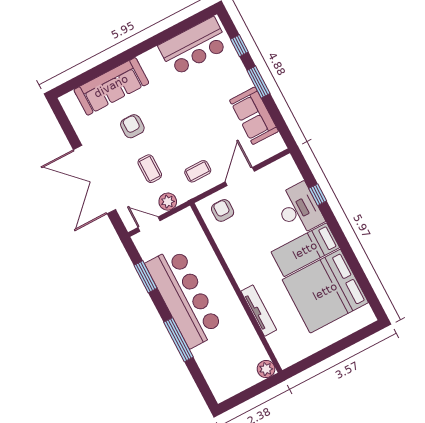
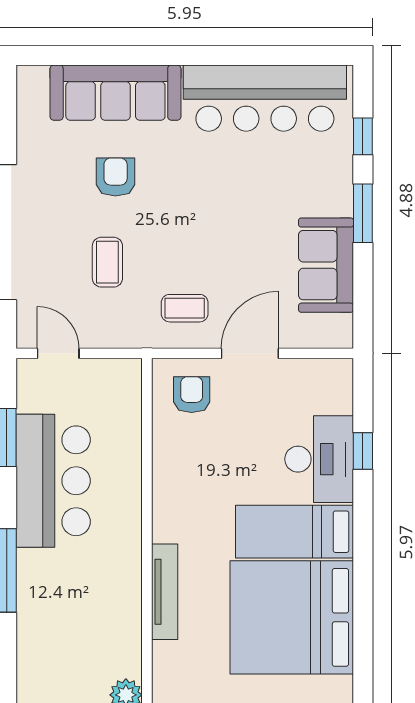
bar counter: (194, 46) -> (265, 98), width x1.36
plant: (168, 202) -> (109, 332), removed
bar counter: (184, 297) -> (53, 481), width x0.73

